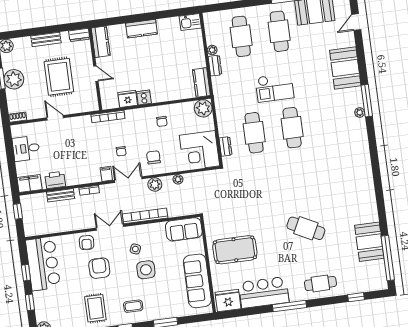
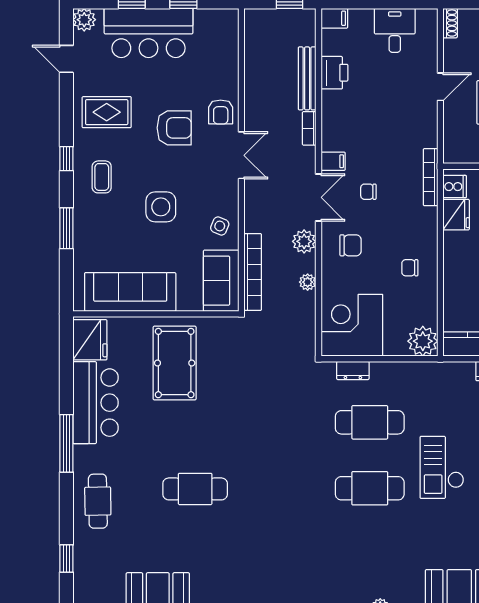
cooker: (144, 98) -> (455, 187), moved
filing cabinet: (30, 183) -> (334, 18), width x0.50
bench: (61, 195) -> (307, 78), width x1.36
bookcase: (145, 216) -> (253, 272), moved
cafe table: (306, 228) -> (195, 489), turned 63
armchair: (87, 243) -> (221, 112), turned -94
side table: (135, 249) -> (220, 226), moved
bar counter: (43, 264) -> (149, 33), moved

